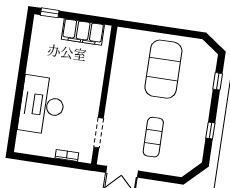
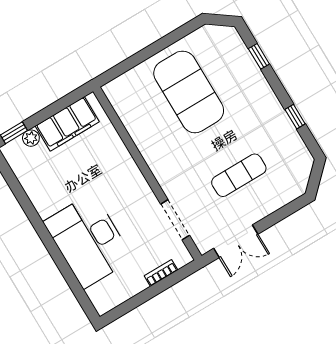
plant: (57, 23) -> (31, 138), added
exercise mat: (153, 137) -> (239, 175), turned 90

